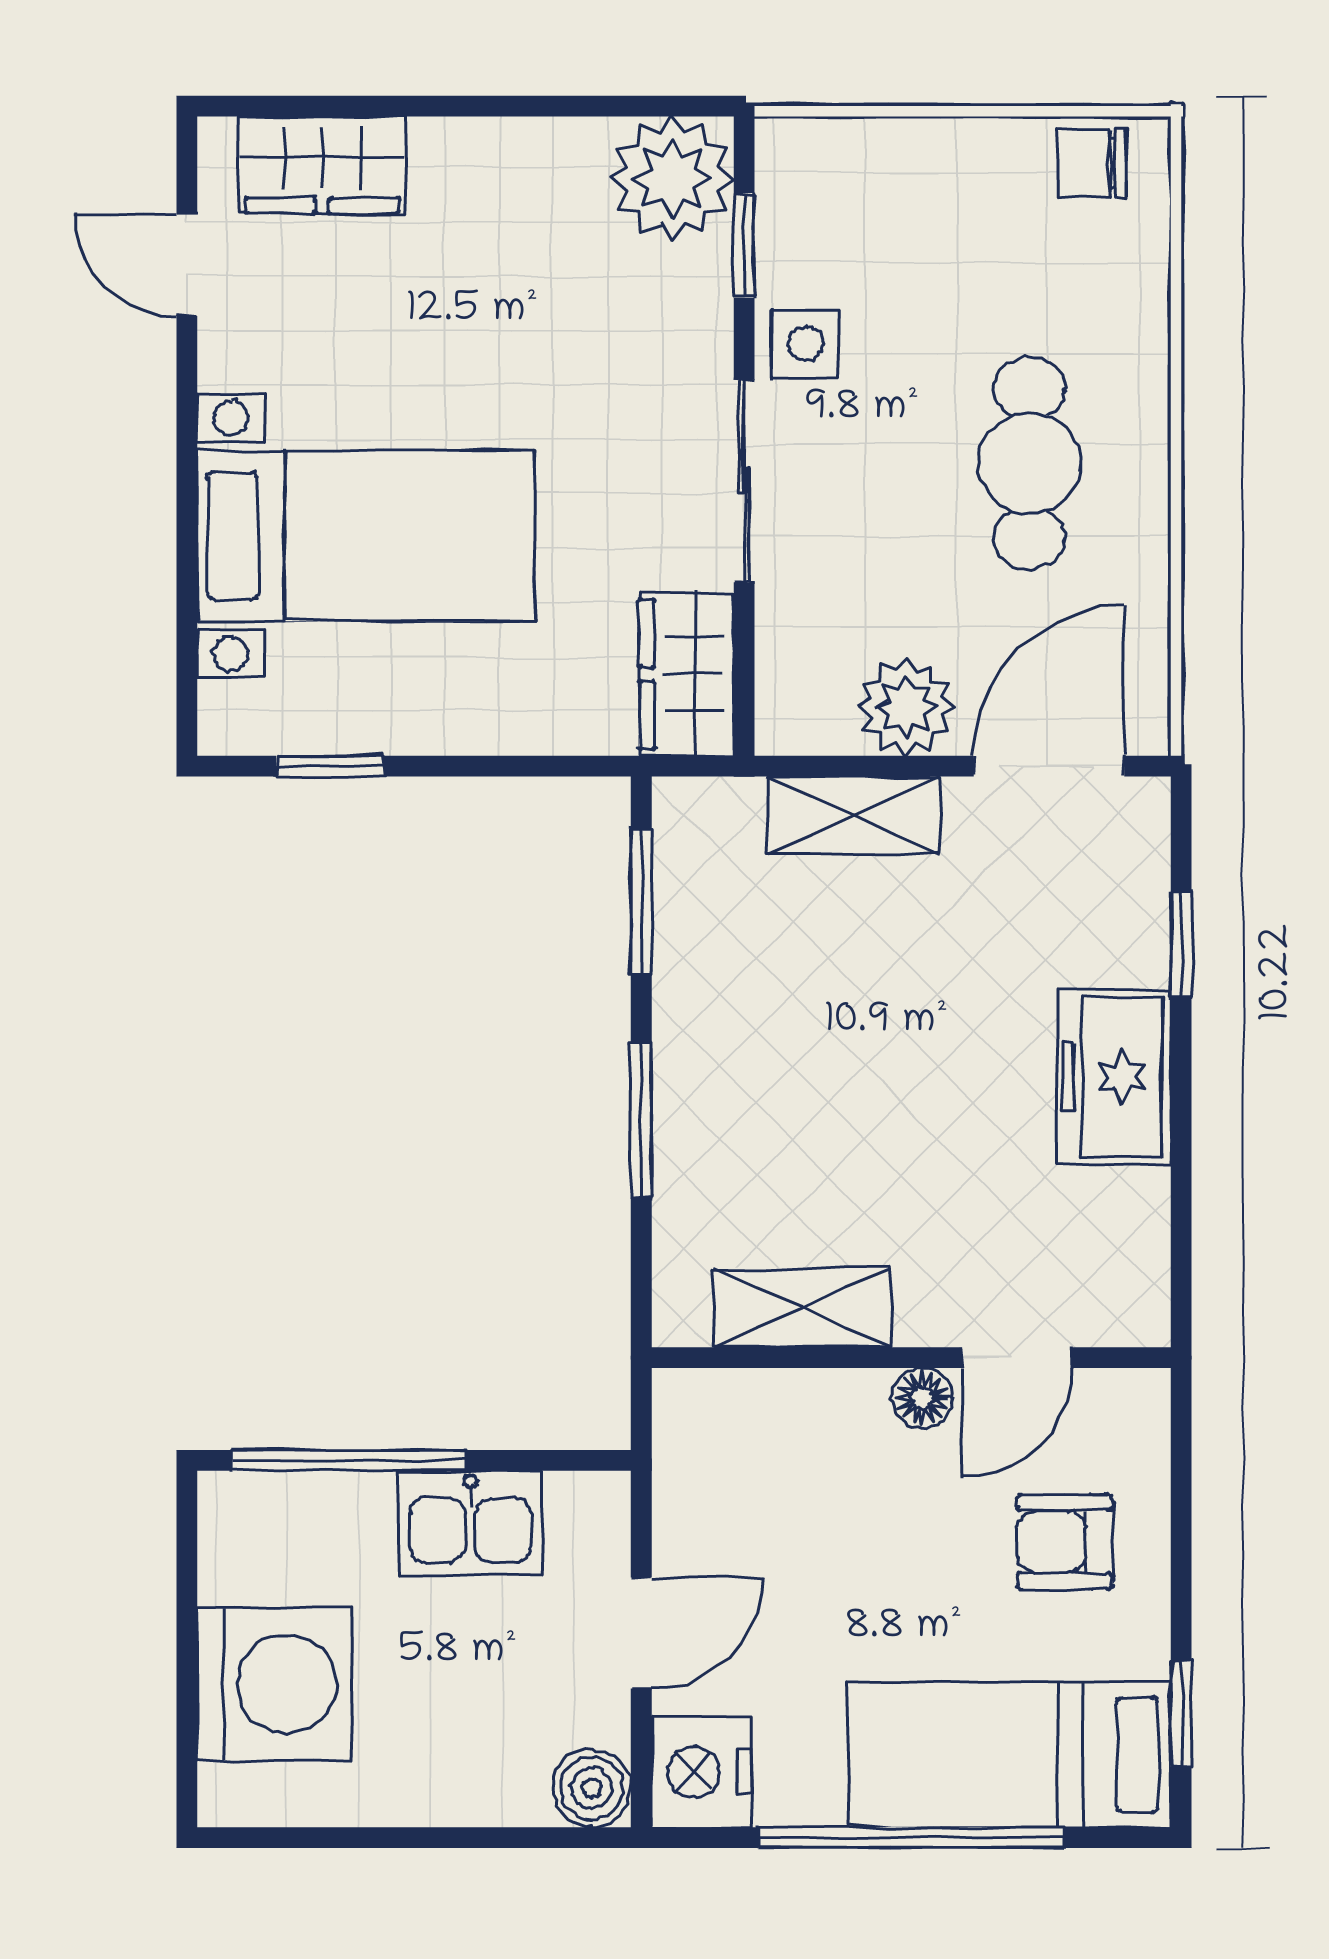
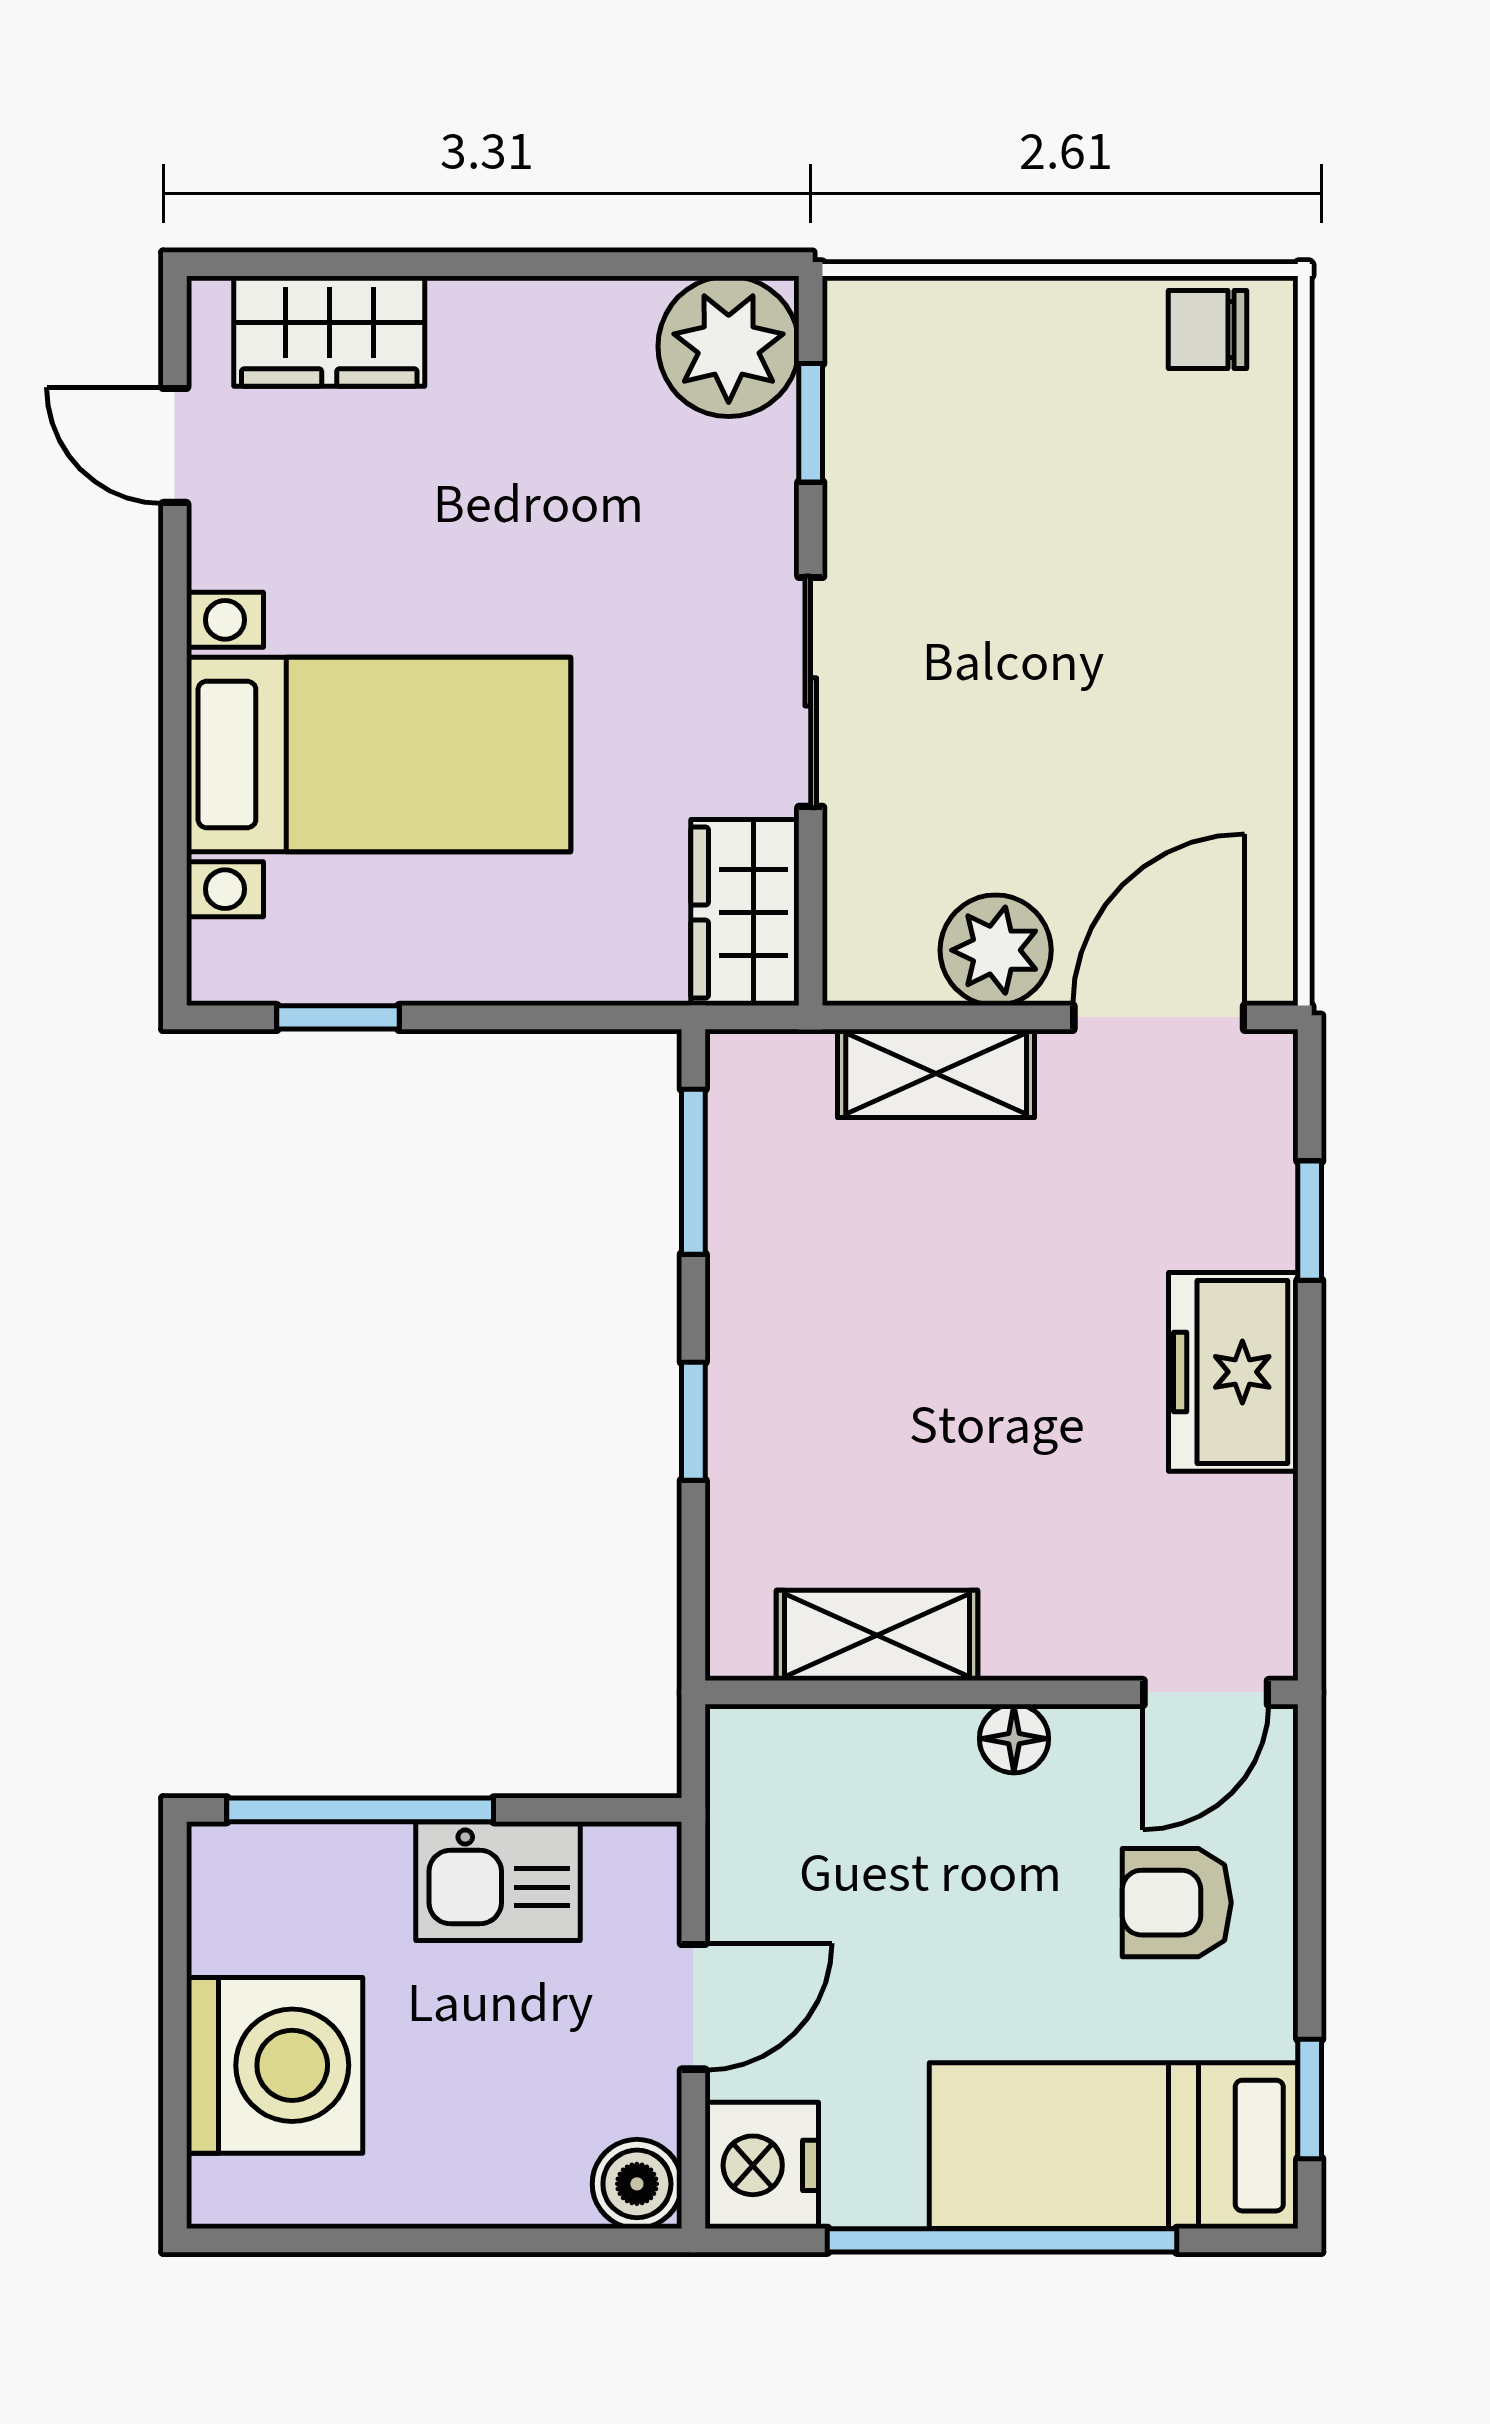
side table: (805, 344) -> (881, 535), removed
cafe table: (1029, 463) -> (1136, 672), removed
window: (641, 1120) -> (693, 1421), width x0.67
door: (1017, 1358) -> (1206, 1692), moved

